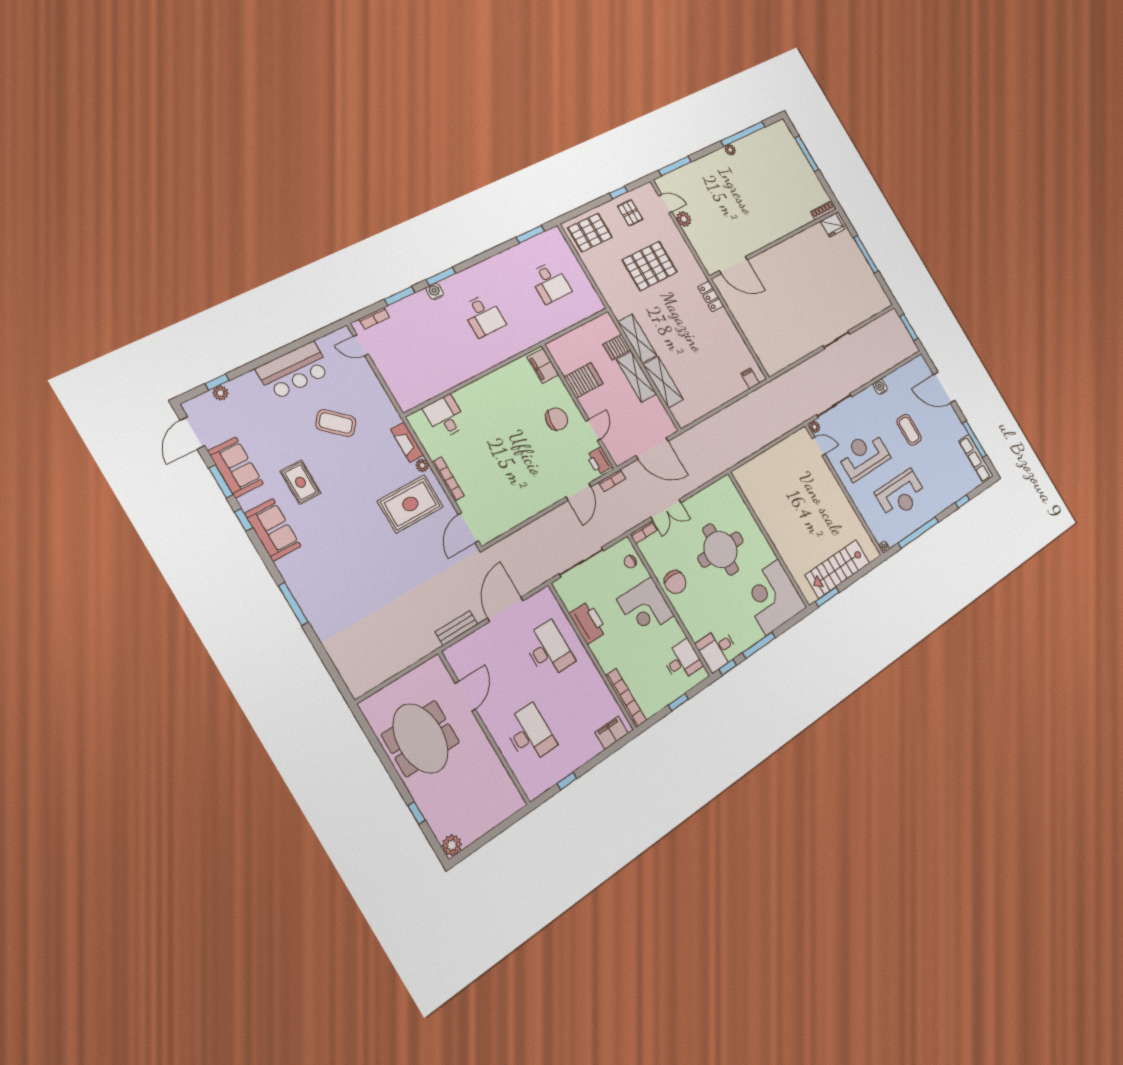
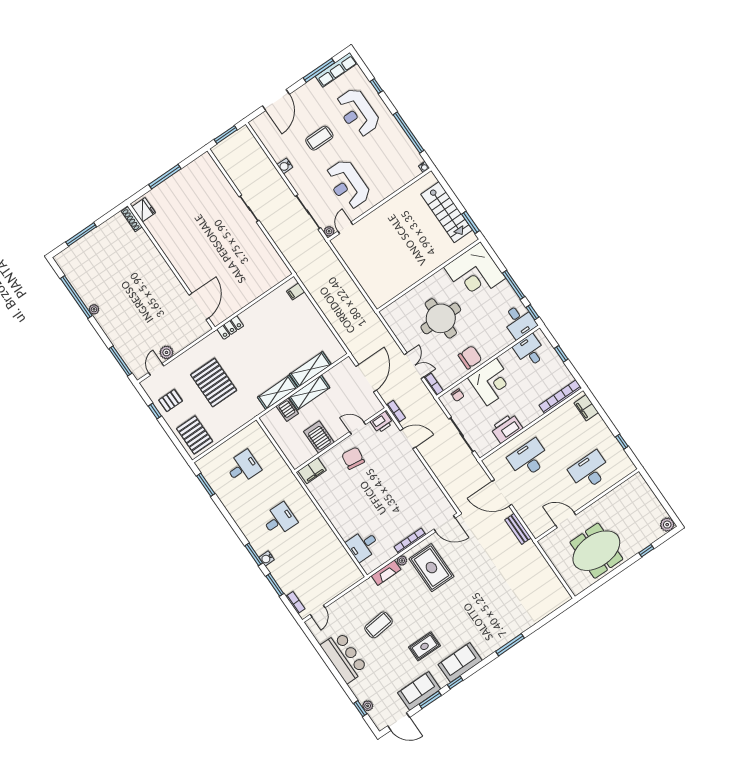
coffee table: (336, 423) -> (379, 625), turned 43
reception desk: (901, 495) -> (357, 113), moved, turned 180

